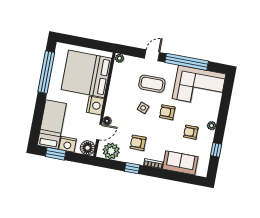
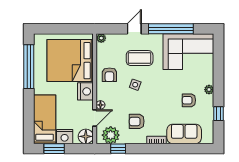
armchair: (167, 112) -> (109, 75), moved, turned -90
window: (132, 168) -> (118, 149), moved

